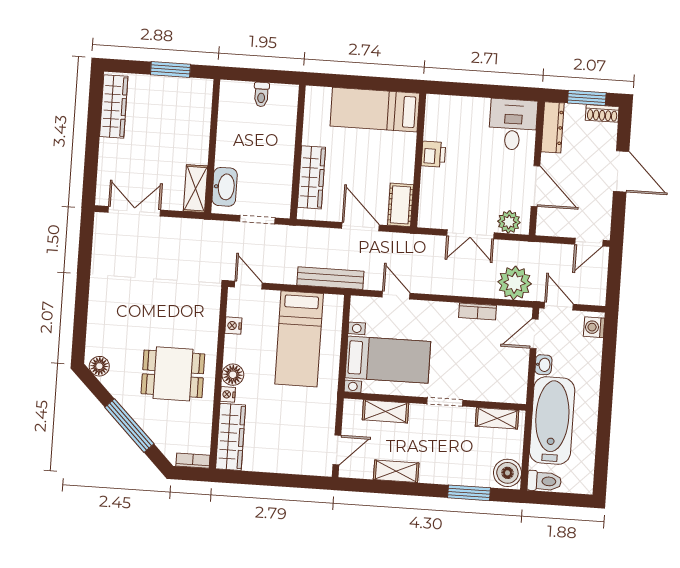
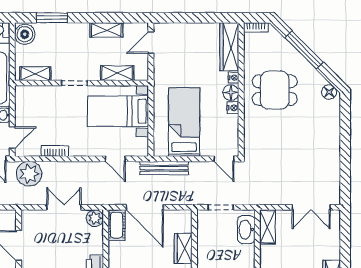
wardrobe: (311, 177) -> (183, 248), width x0.67
plant: (509, 222) -> (95, 218), moved
door: (360, 227) -> (145, 207), width x1.36
nightstand: (233, 326) -> (233, 108), moved

